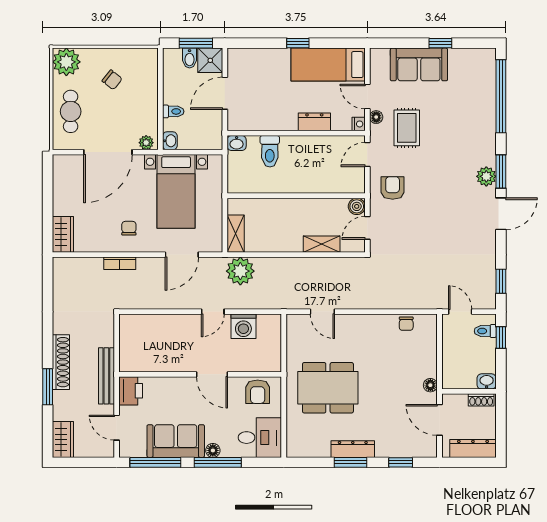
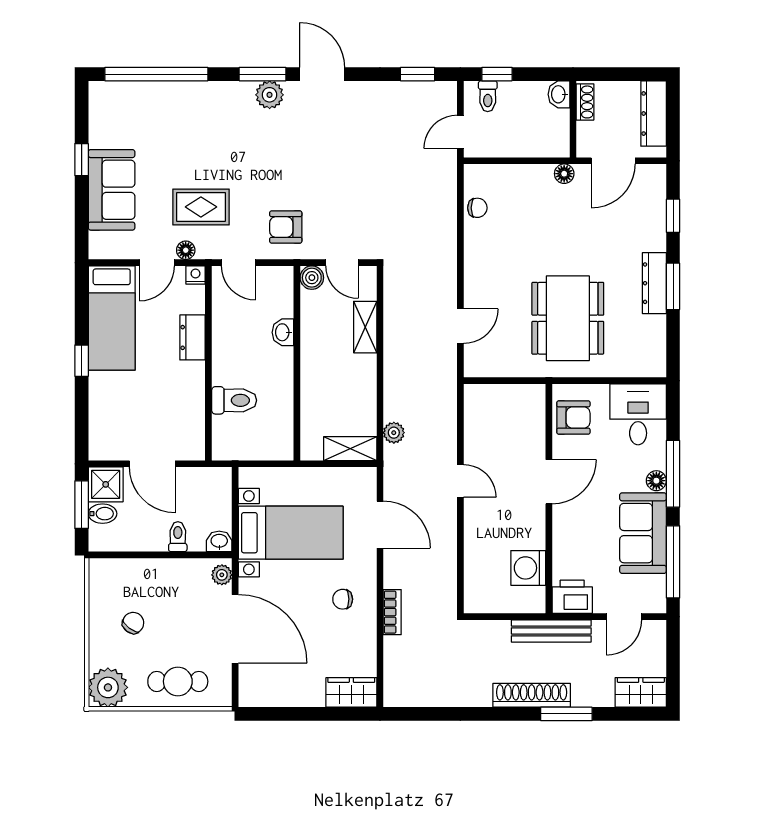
washbasin: (237, 143) -> (283, 332), moved, turned 180
plant: (240, 271) -> (394, 433), width x0.53, depth x0.53
washing machine: (243, 326) -> (528, 568), moved, turned 180

